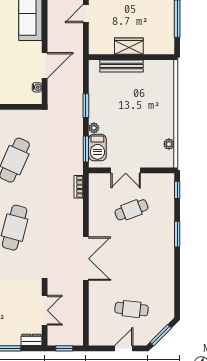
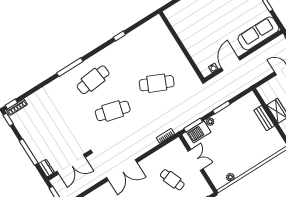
door: (45, 65) -> (231, 64), swing flipped
bench: (121, 66) -> (264, 118), width x0.73
double door: (126, 170) -> (196, 160), swing flipped
double door: (45, 310) -> (71, 164), width x1.37

